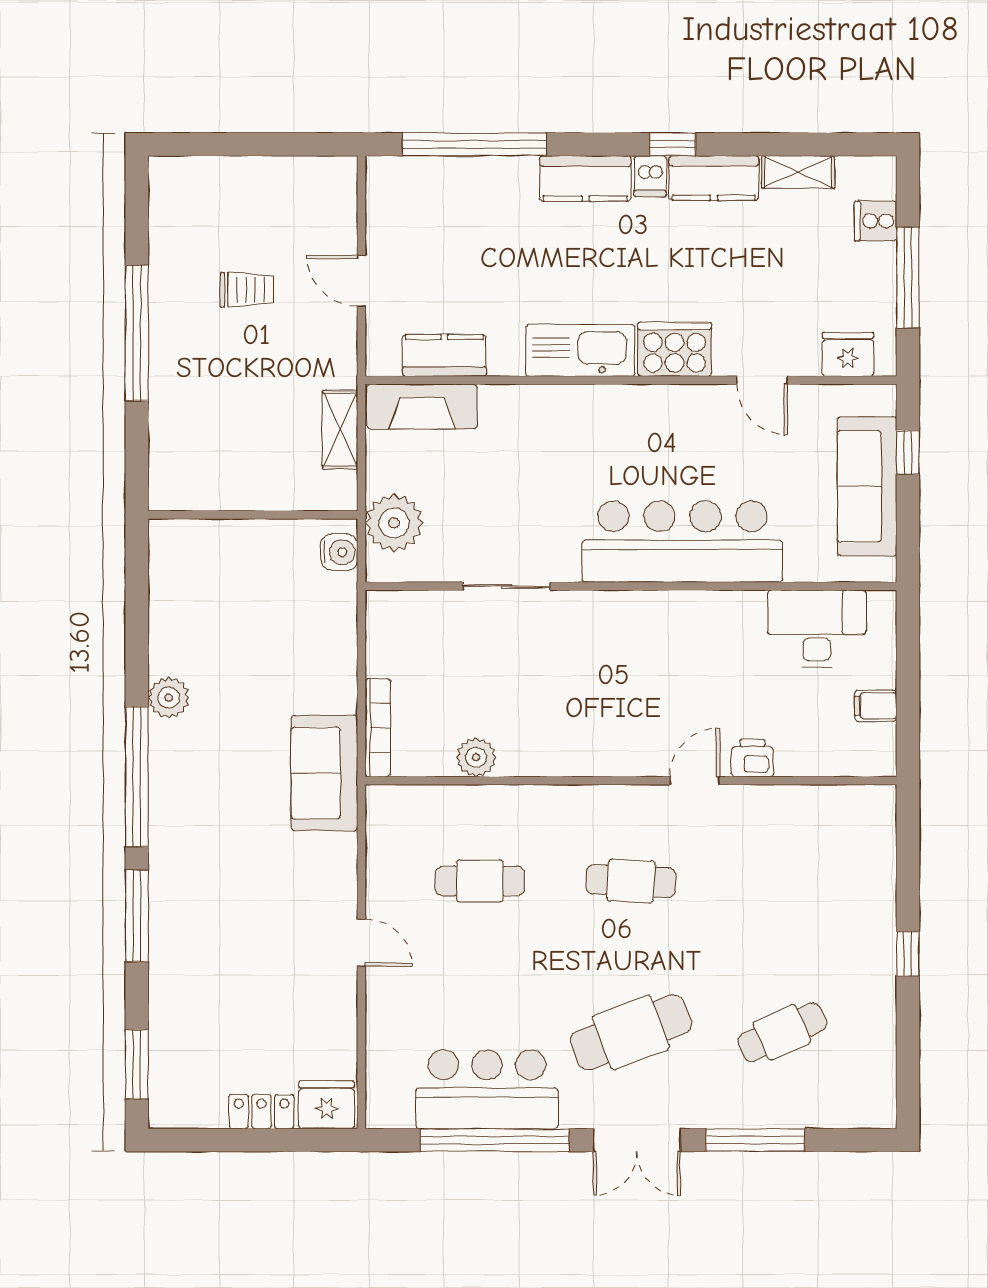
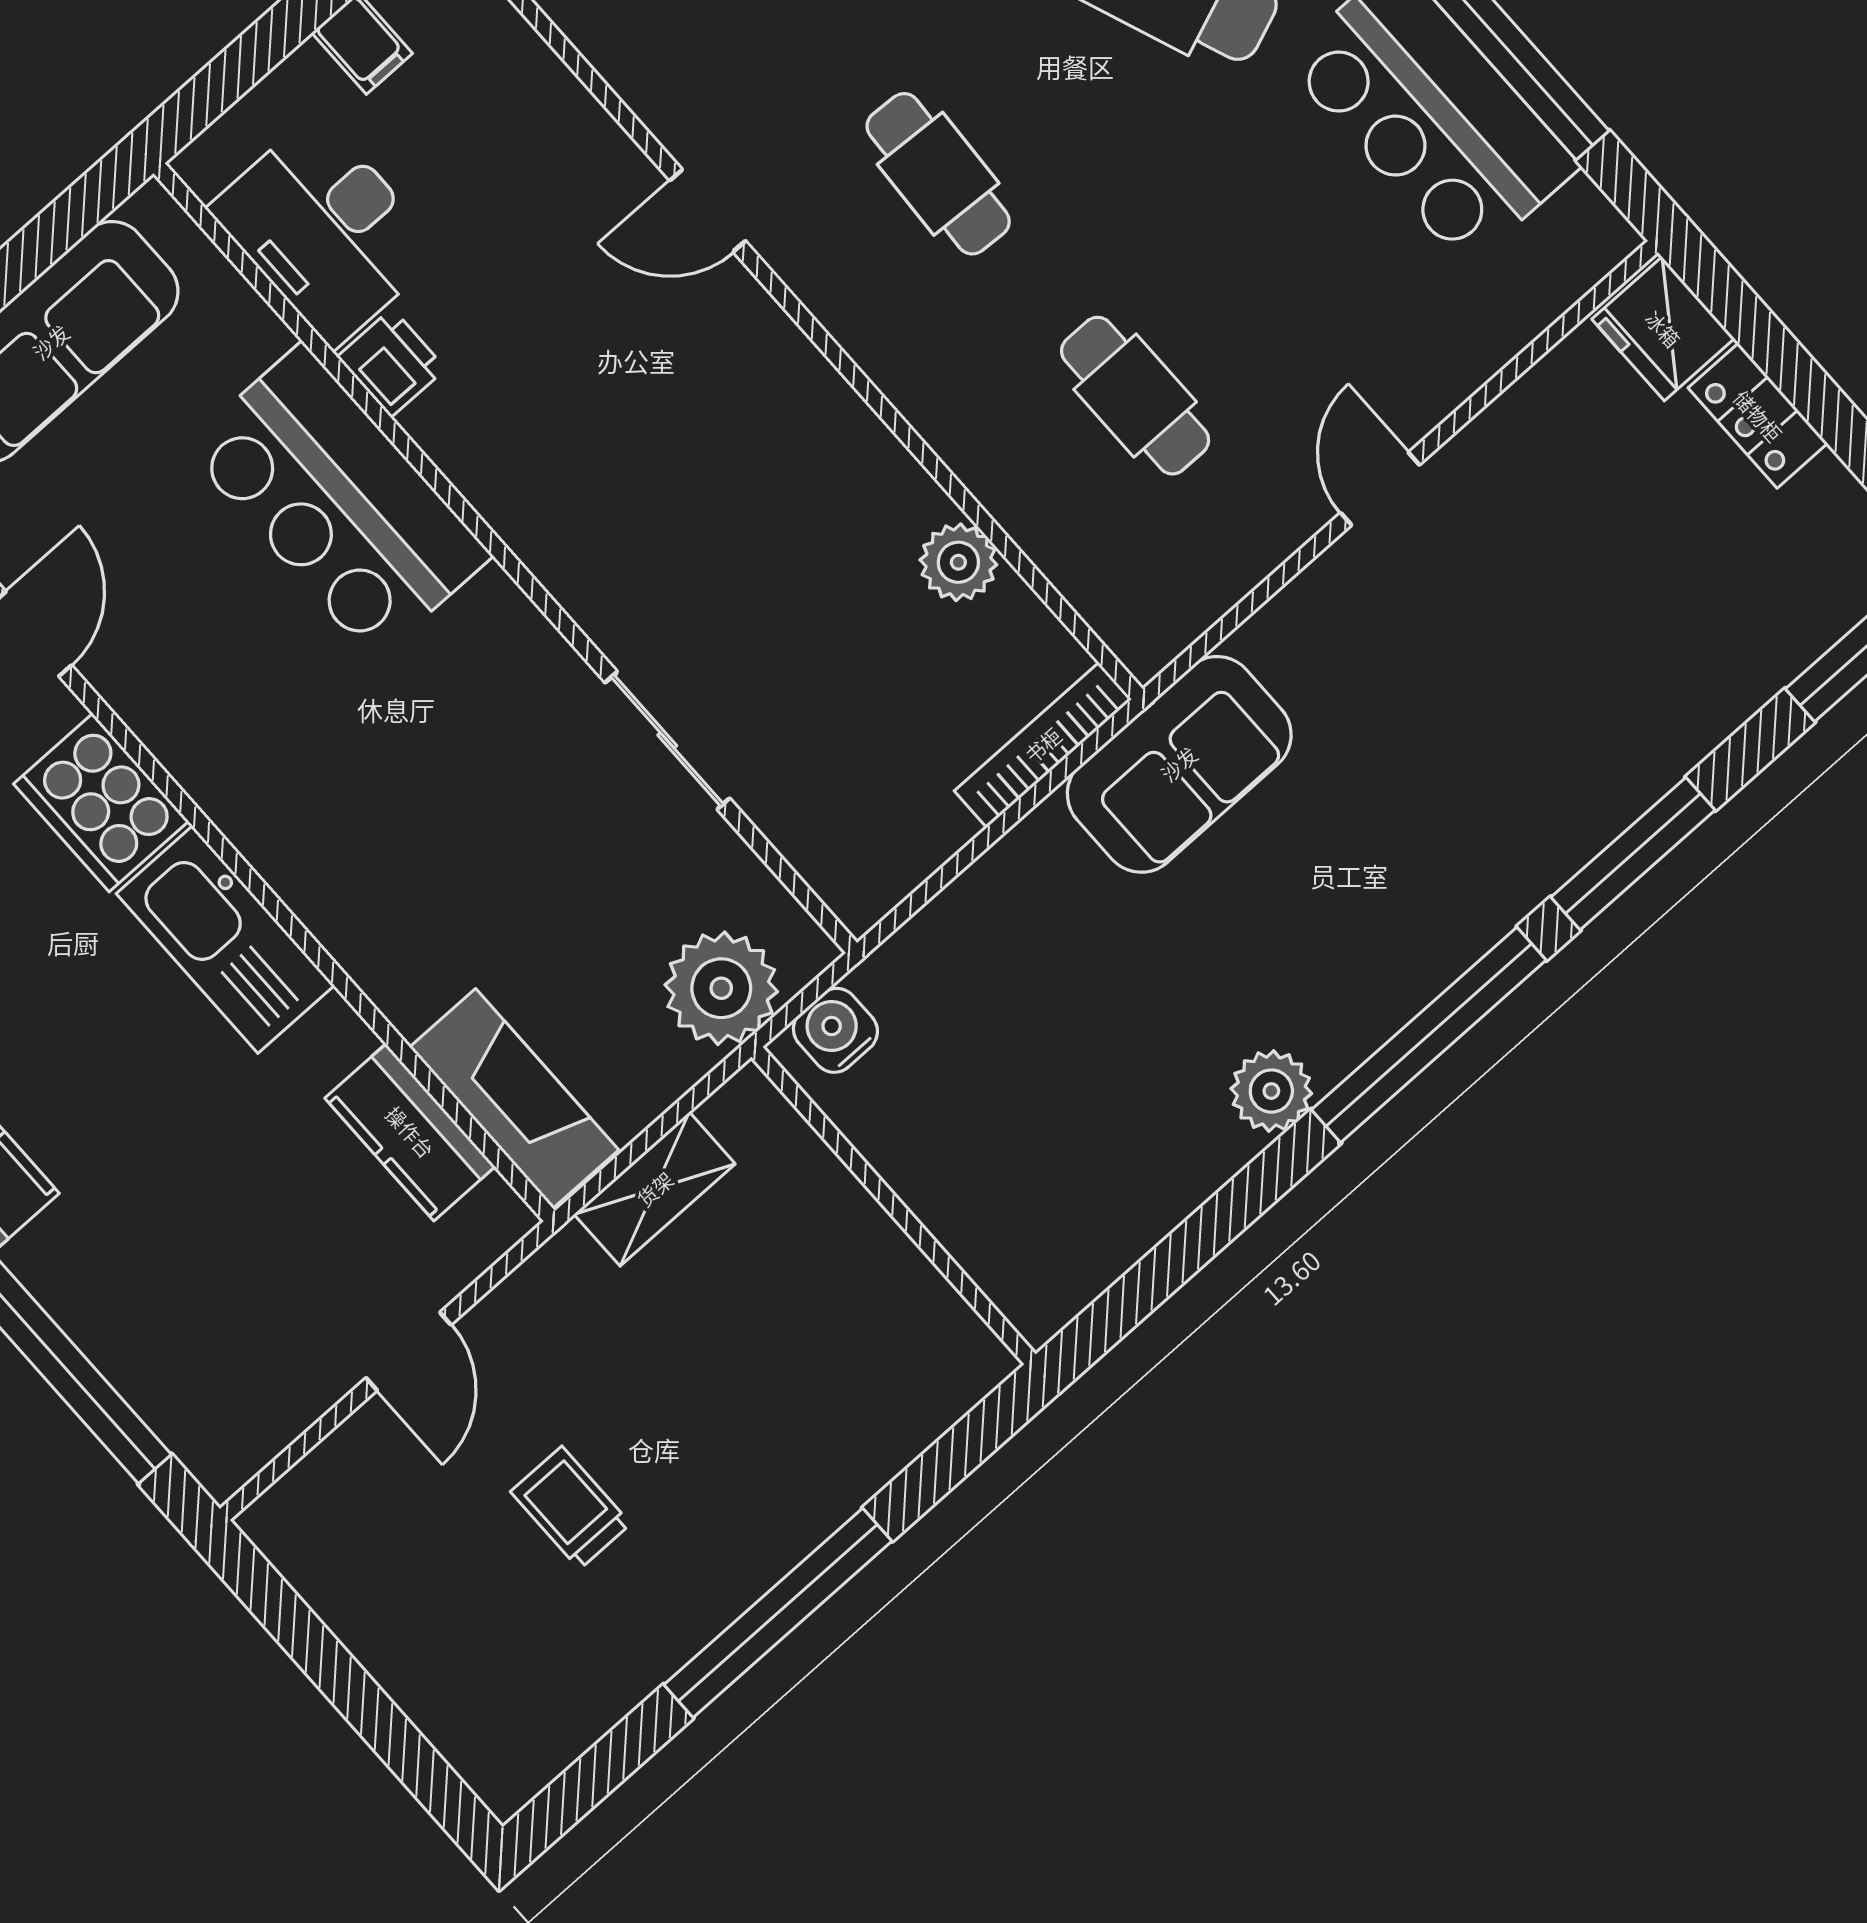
bar counter: (682, 542) -> (338, 501), width x0.73
printer: (752, 758) -> (391, 363), moved, turned 180

